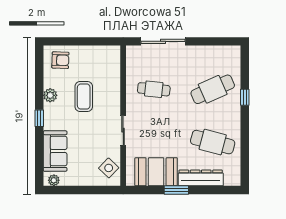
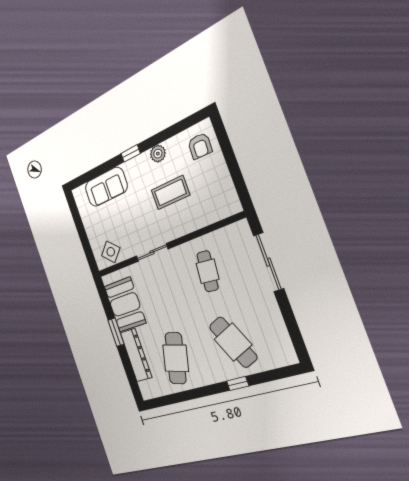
plant: (54, 180) -> (80, 199), removed

